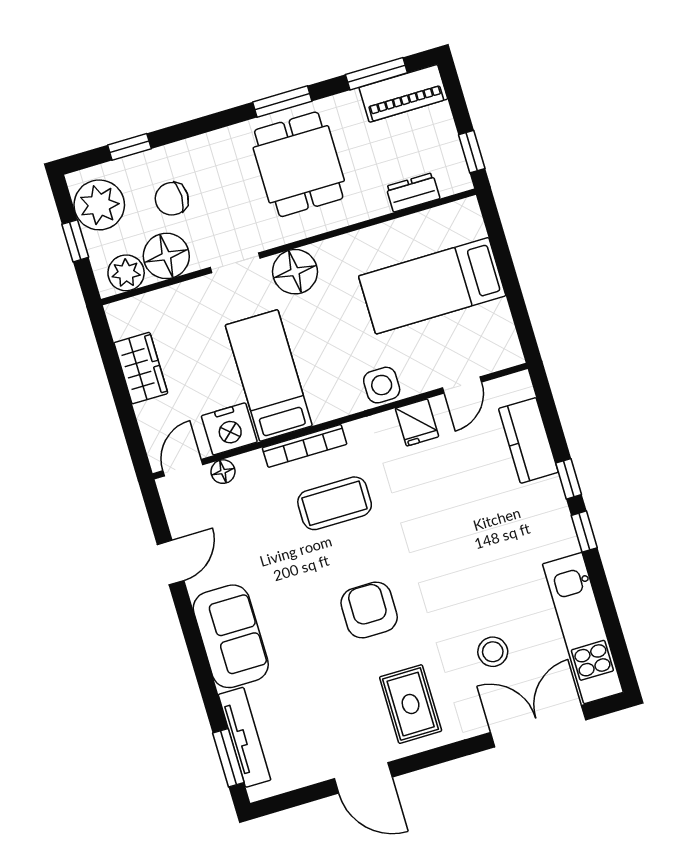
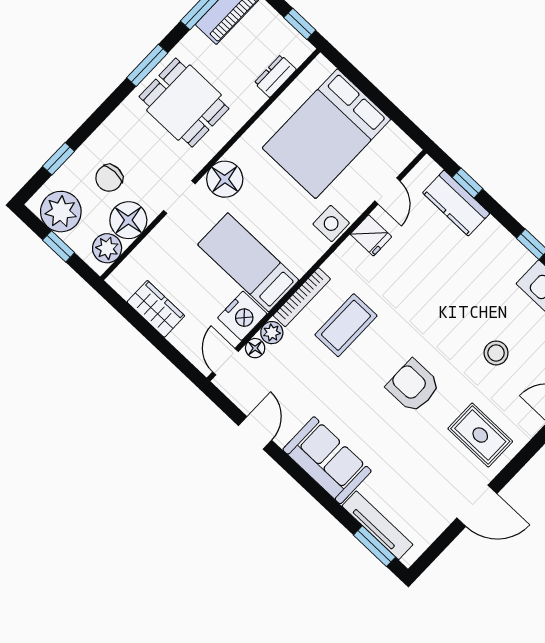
bed: (432, 286) -> (326, 134), width x1.50
plant: (251, 465) -> (272, 333), added
window: (569, 479) -> (468, 183), moved
stool: (493, 652) -> (496, 353), moved

